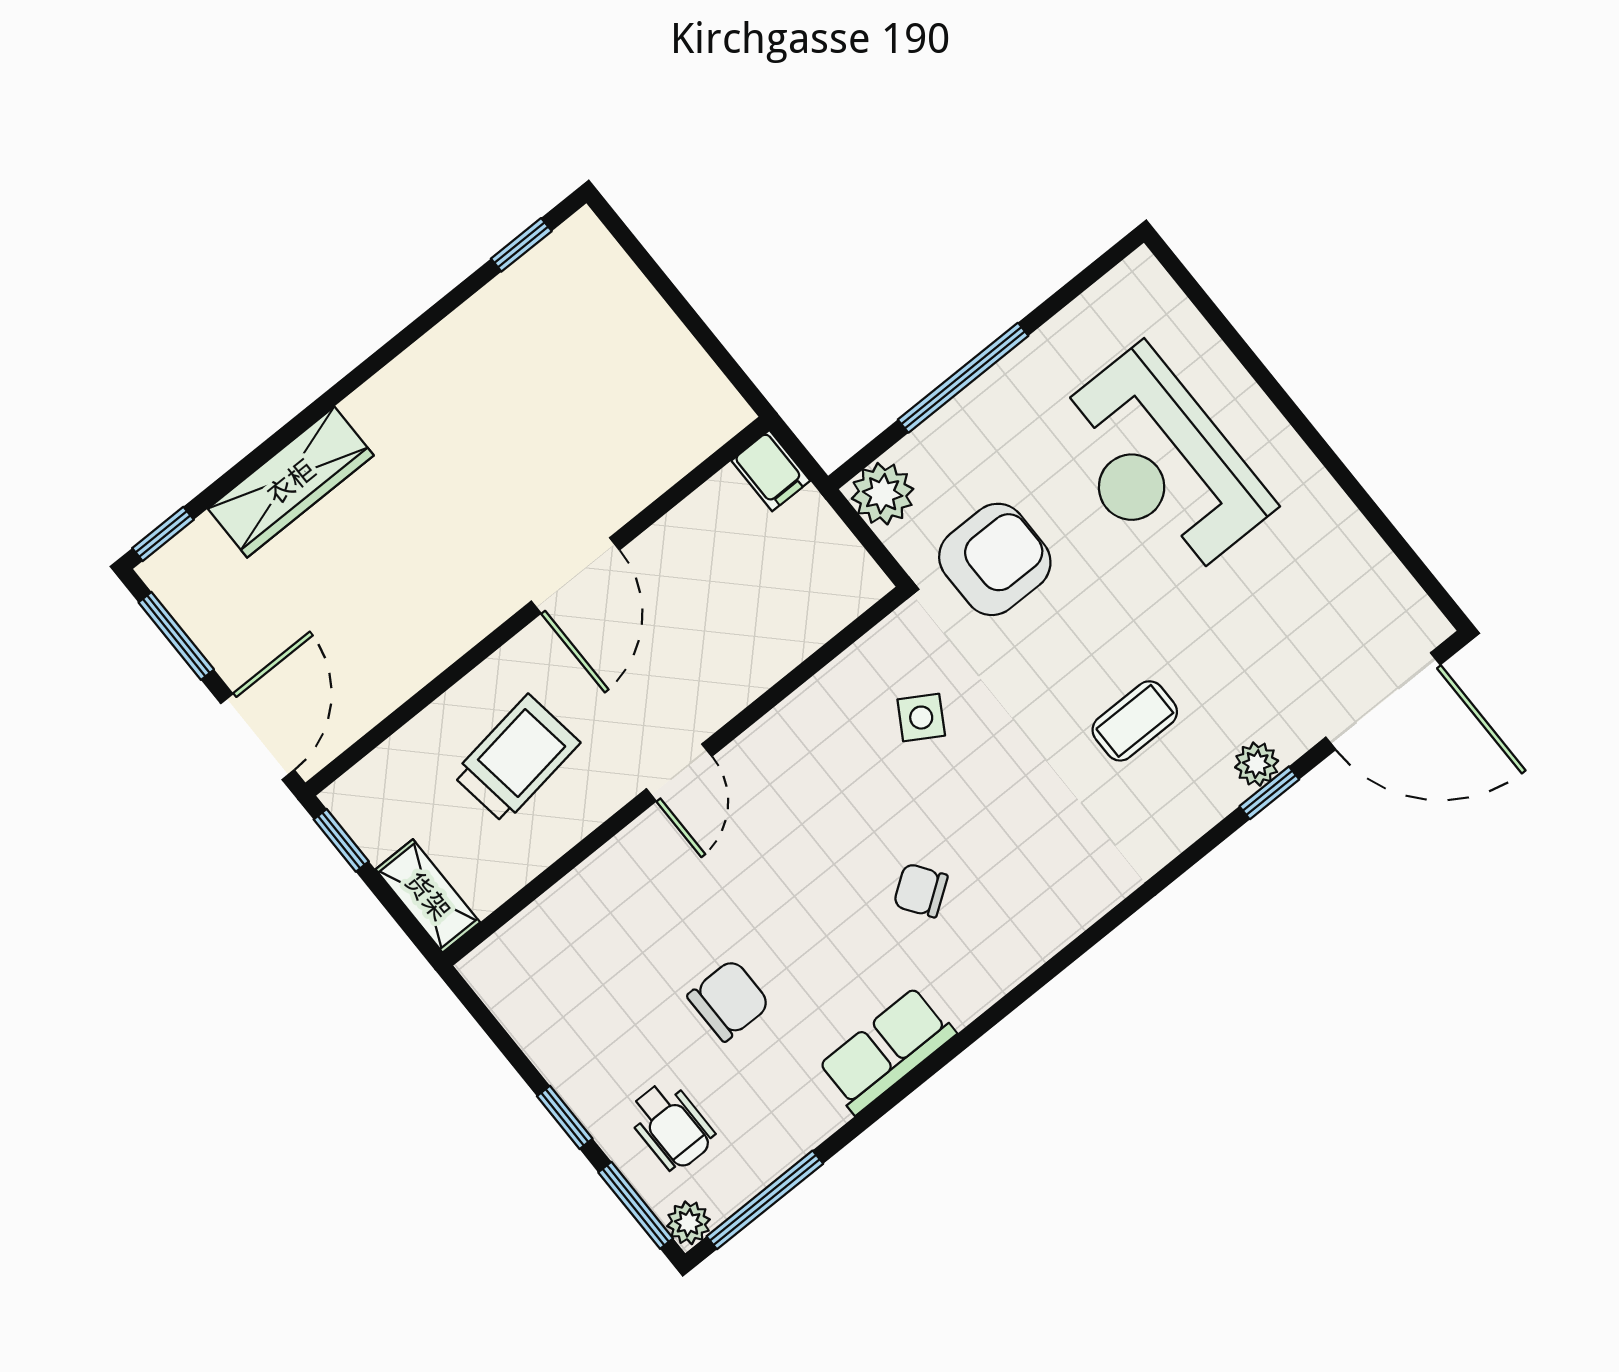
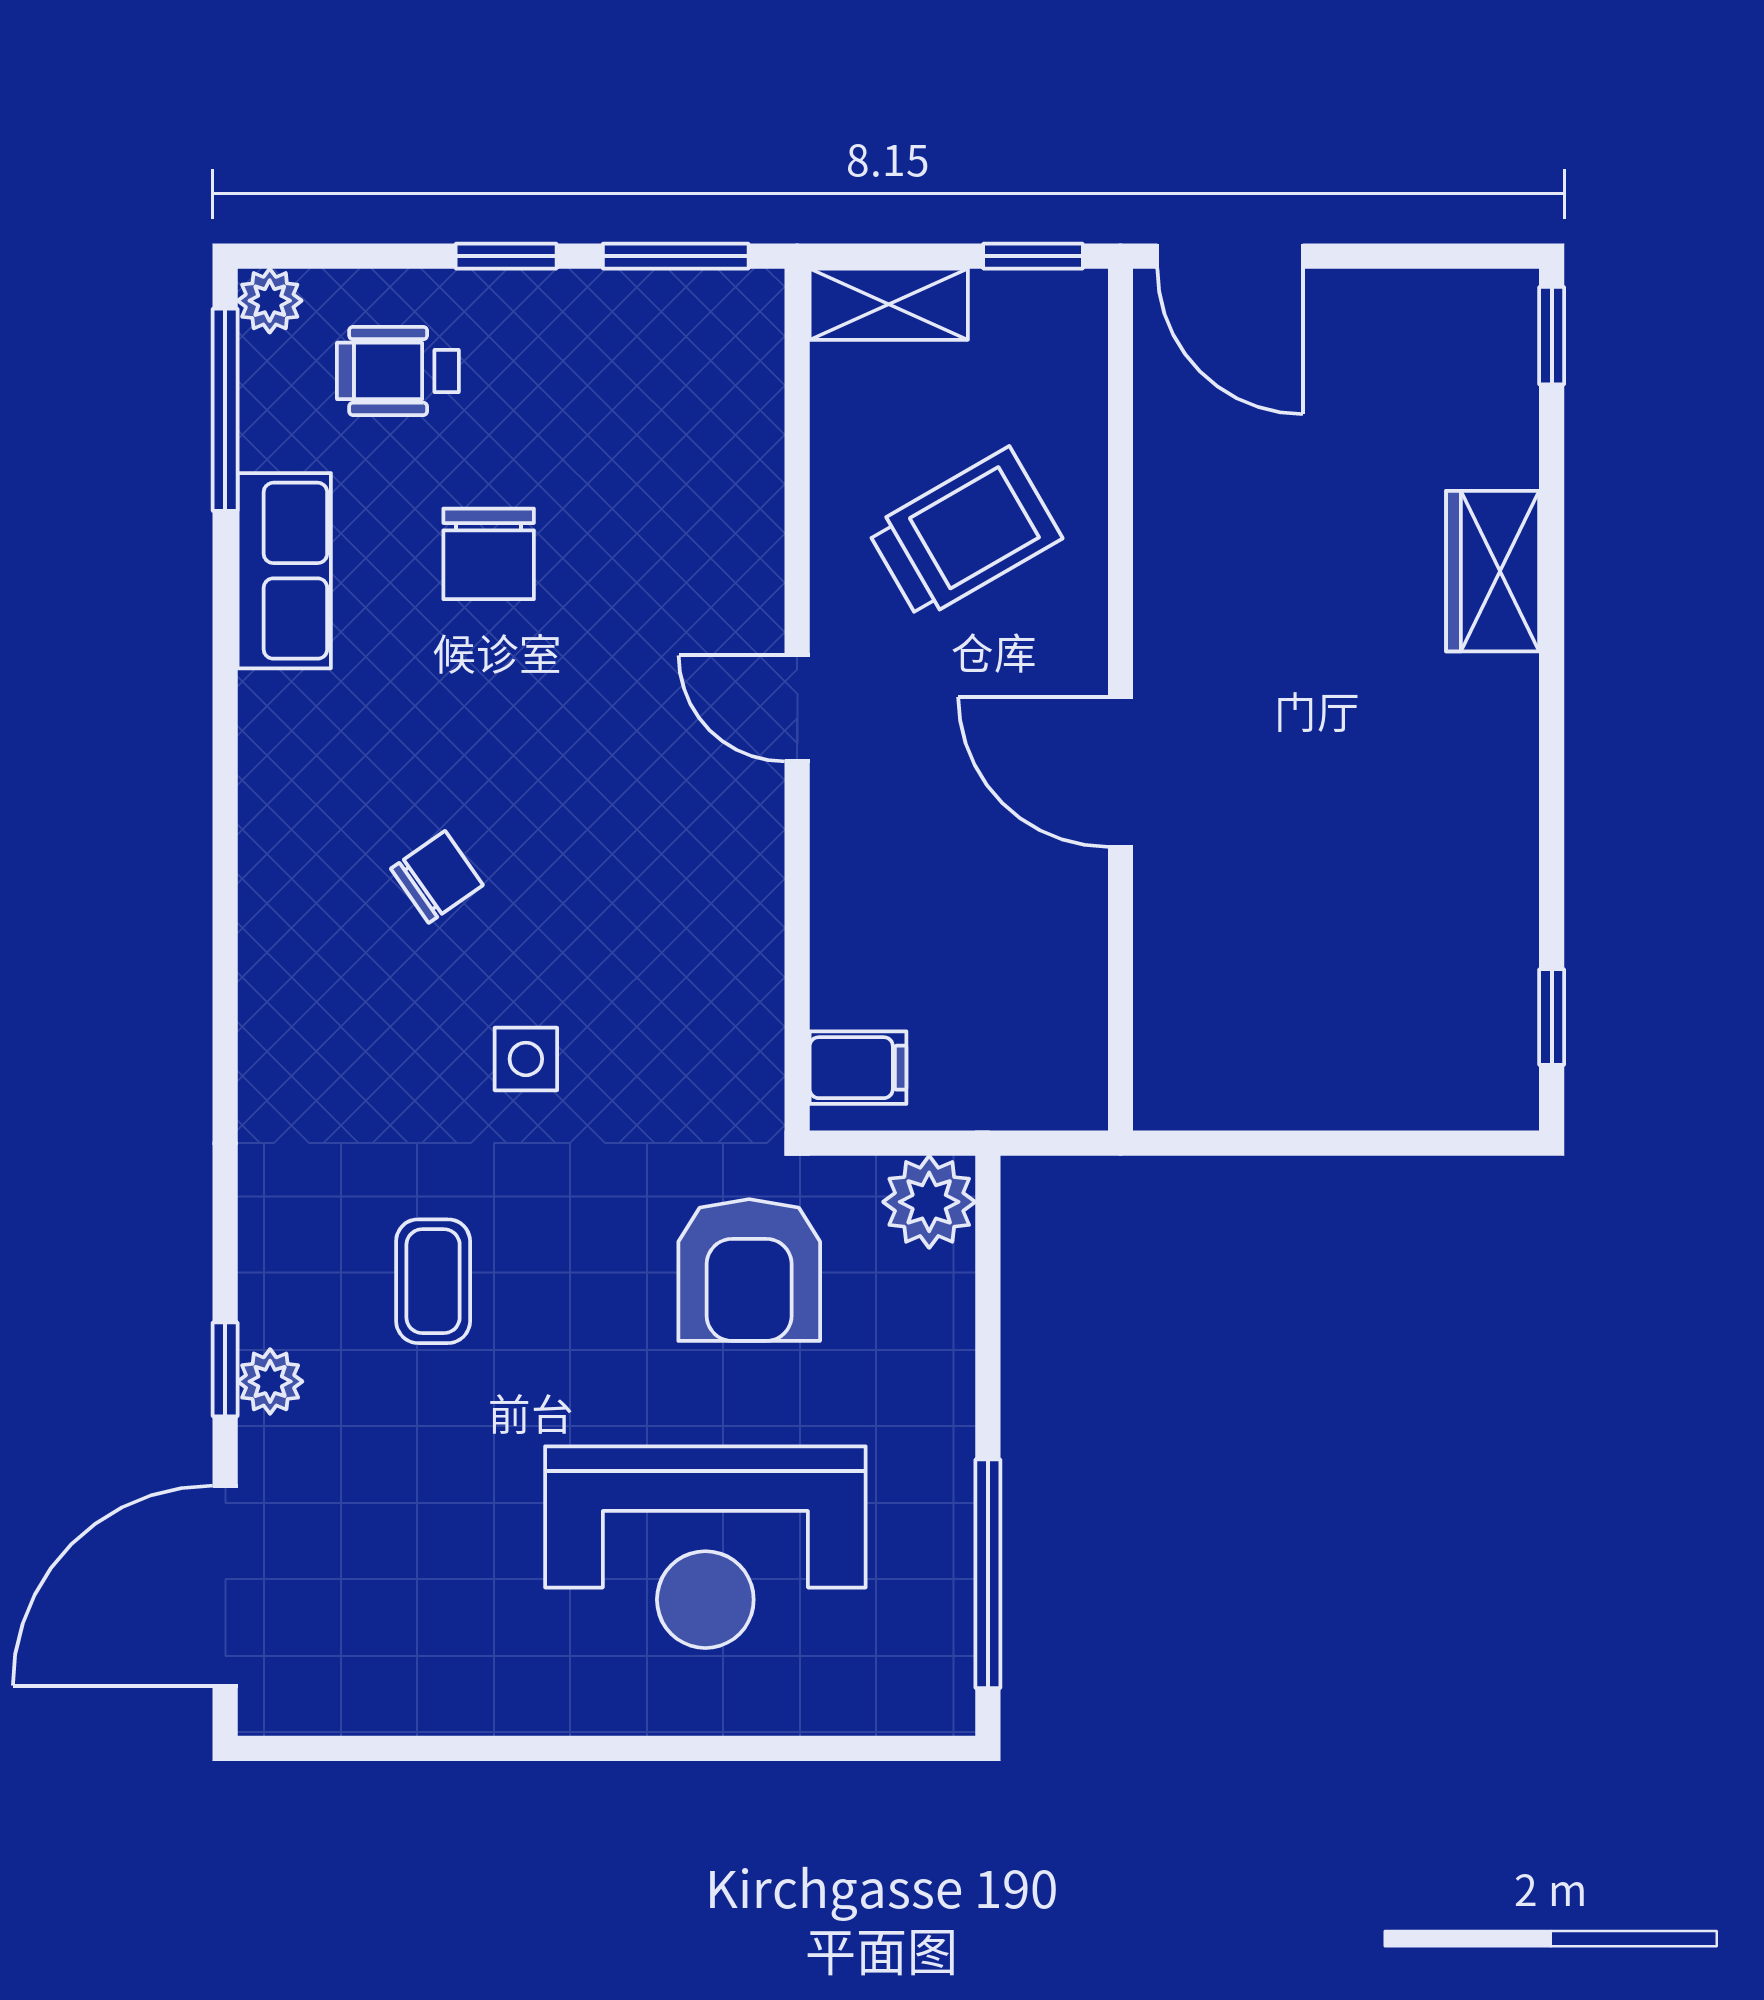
window: (963, 378) -> (988, 1574), moved
reception desk: (1159, 465) -> (705, 1547), turned 180
filing cabinet: (771, 471) -> (858, 1068), moved, turned 180
wardrobe: (291, 482) -> (1493, 571), width x0.67
window: (176, 636) -> (1422, 256), removed
side table: (921, 718) -> (526, 1059), moved, turned -31
trolley: (516, 759) -> (964, 534), turned -112
row of seats: (887, 1050) -> (284, 571), moved
window: (636, 1205) -> (676, 256), moved

